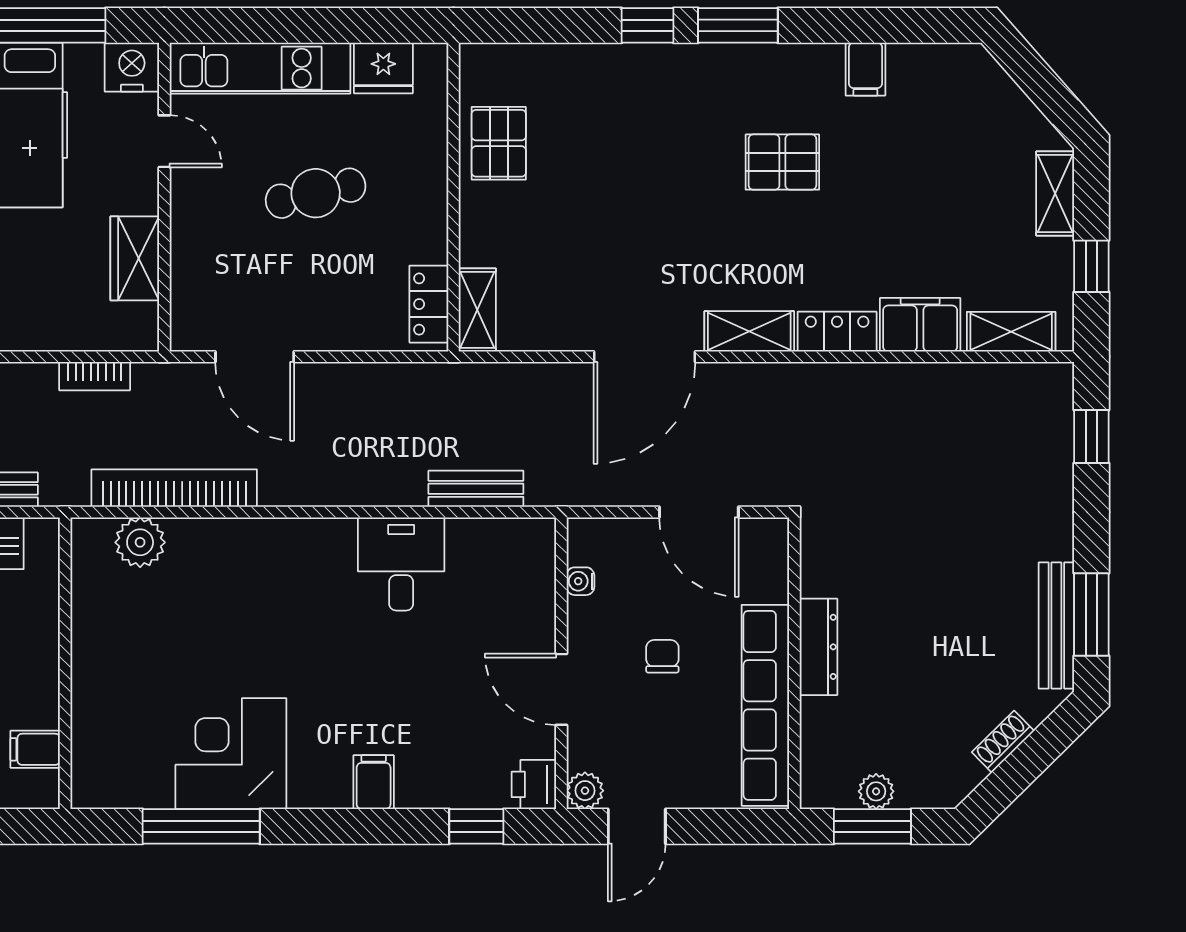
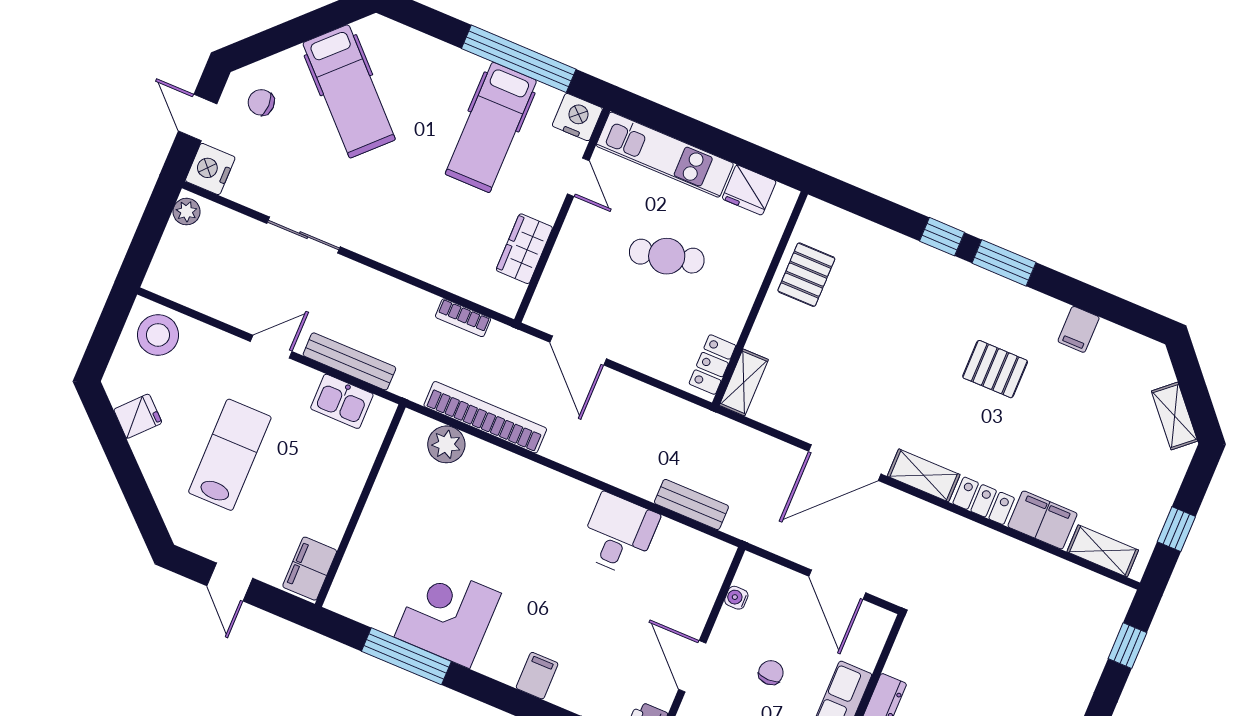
shelving: (1055, 194) -> (1175, 416), moved, turned -41
filing cabinet: (35, 749) -> (310, 569), width x2.00

